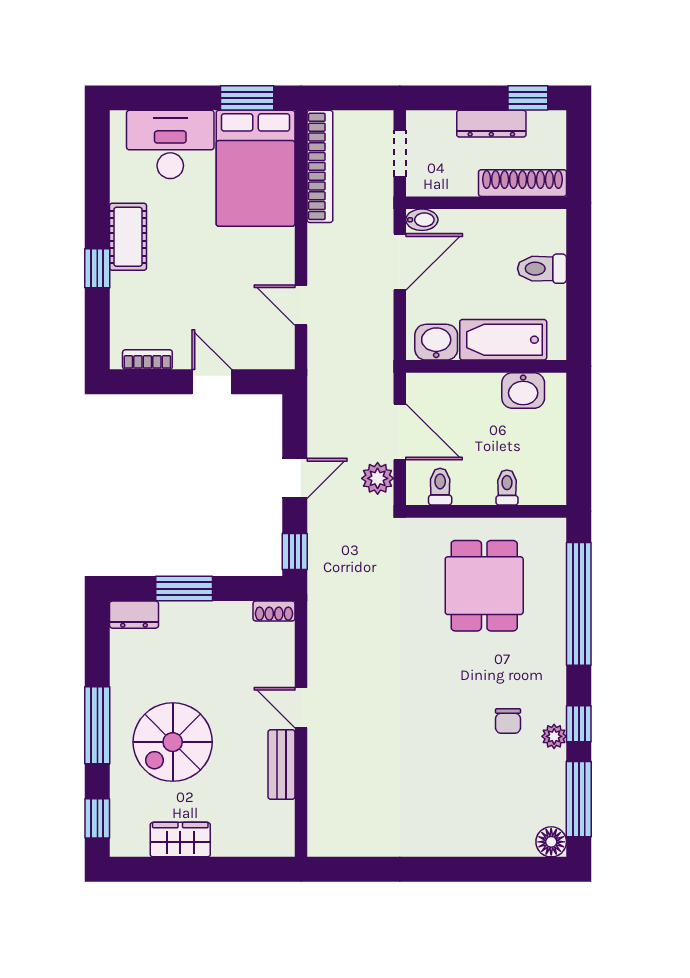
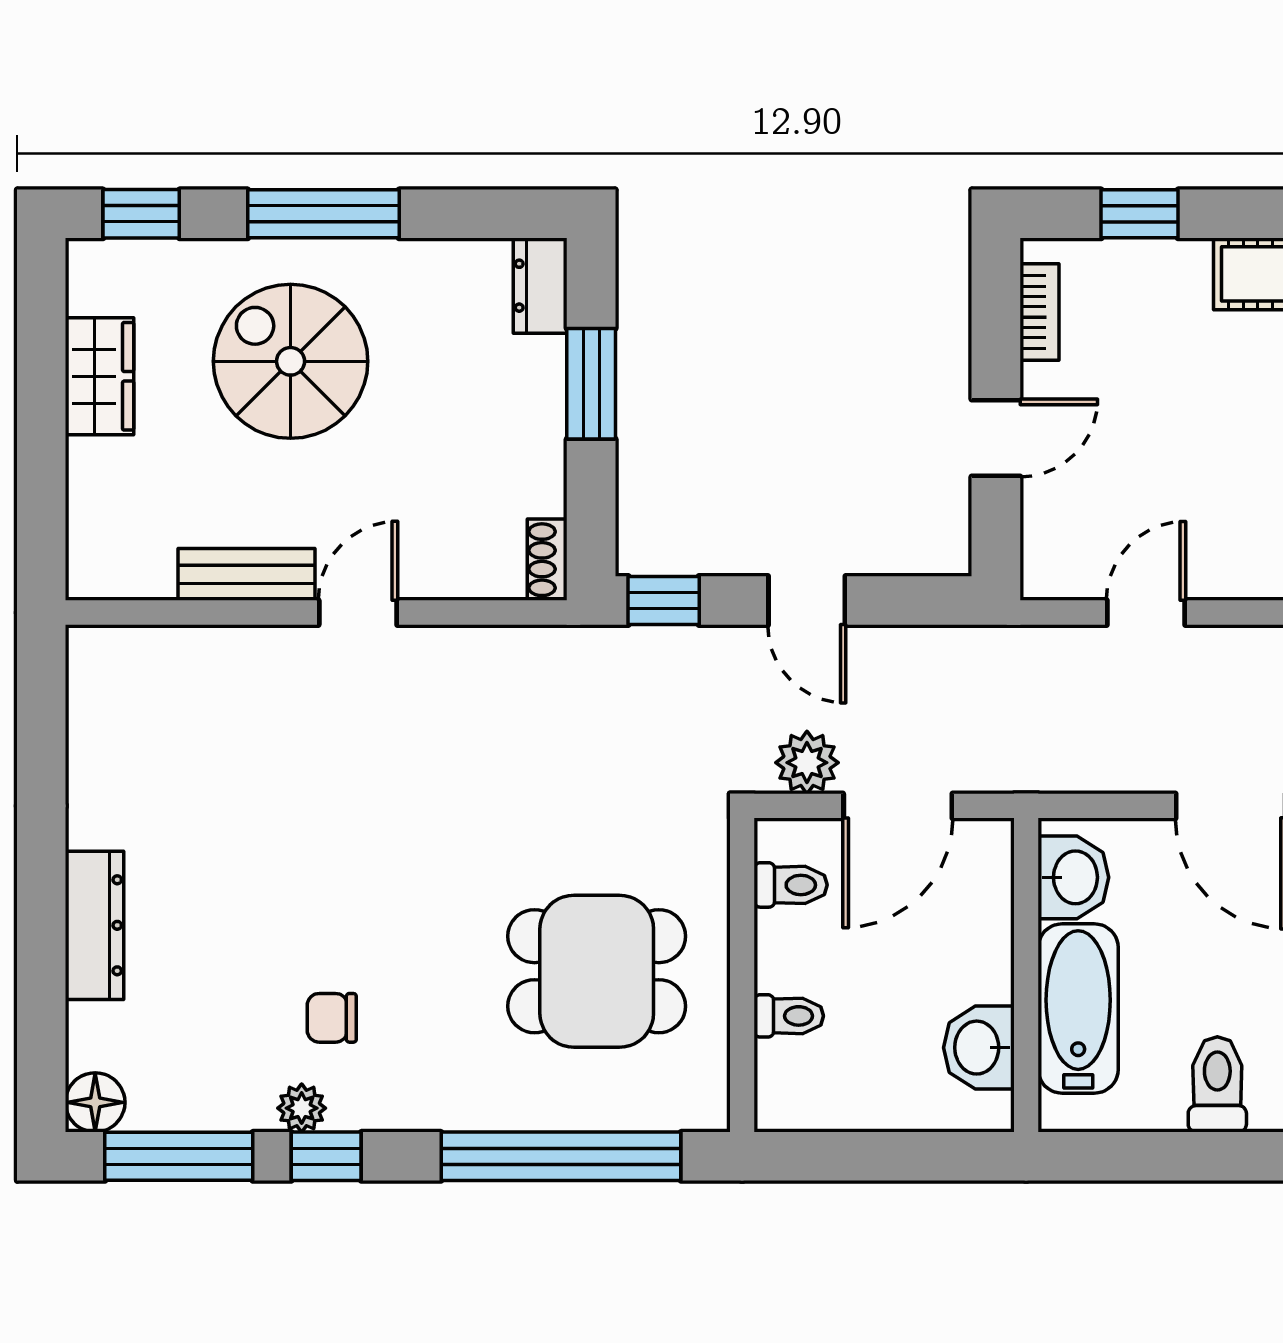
window: (97, 268) -> (1140, 214), moved
dresser: (461, 842) -> (95, 925), added

